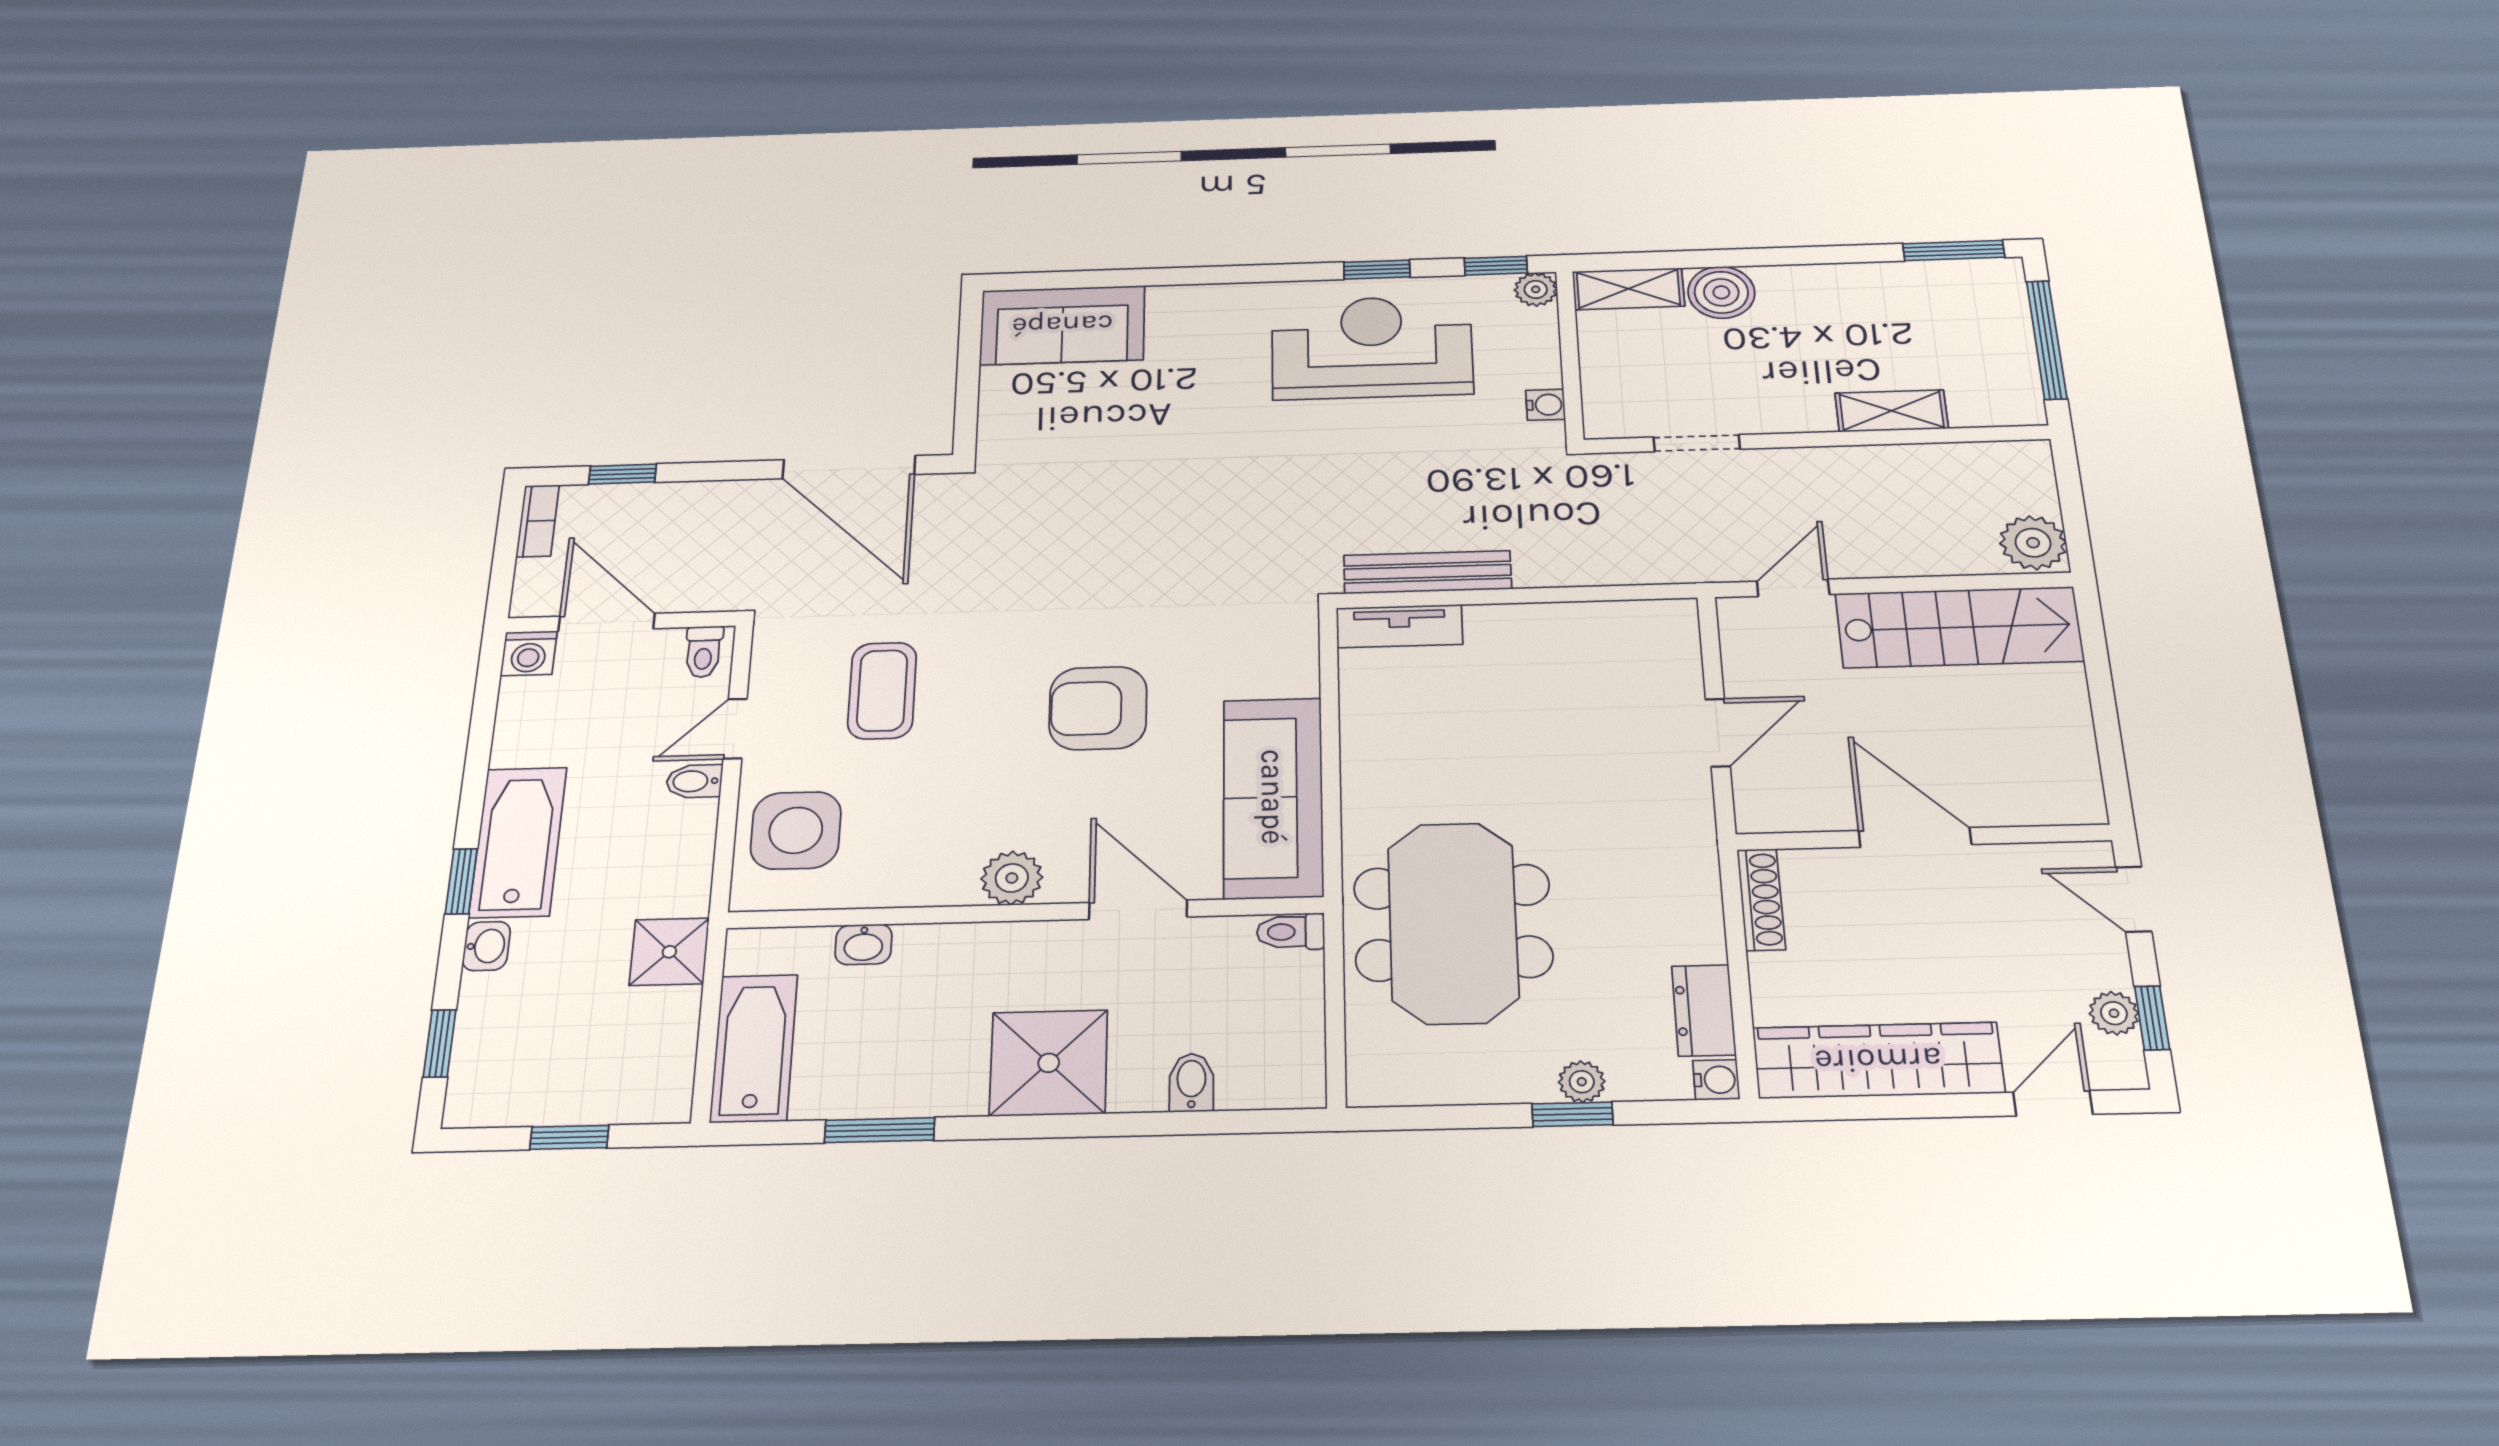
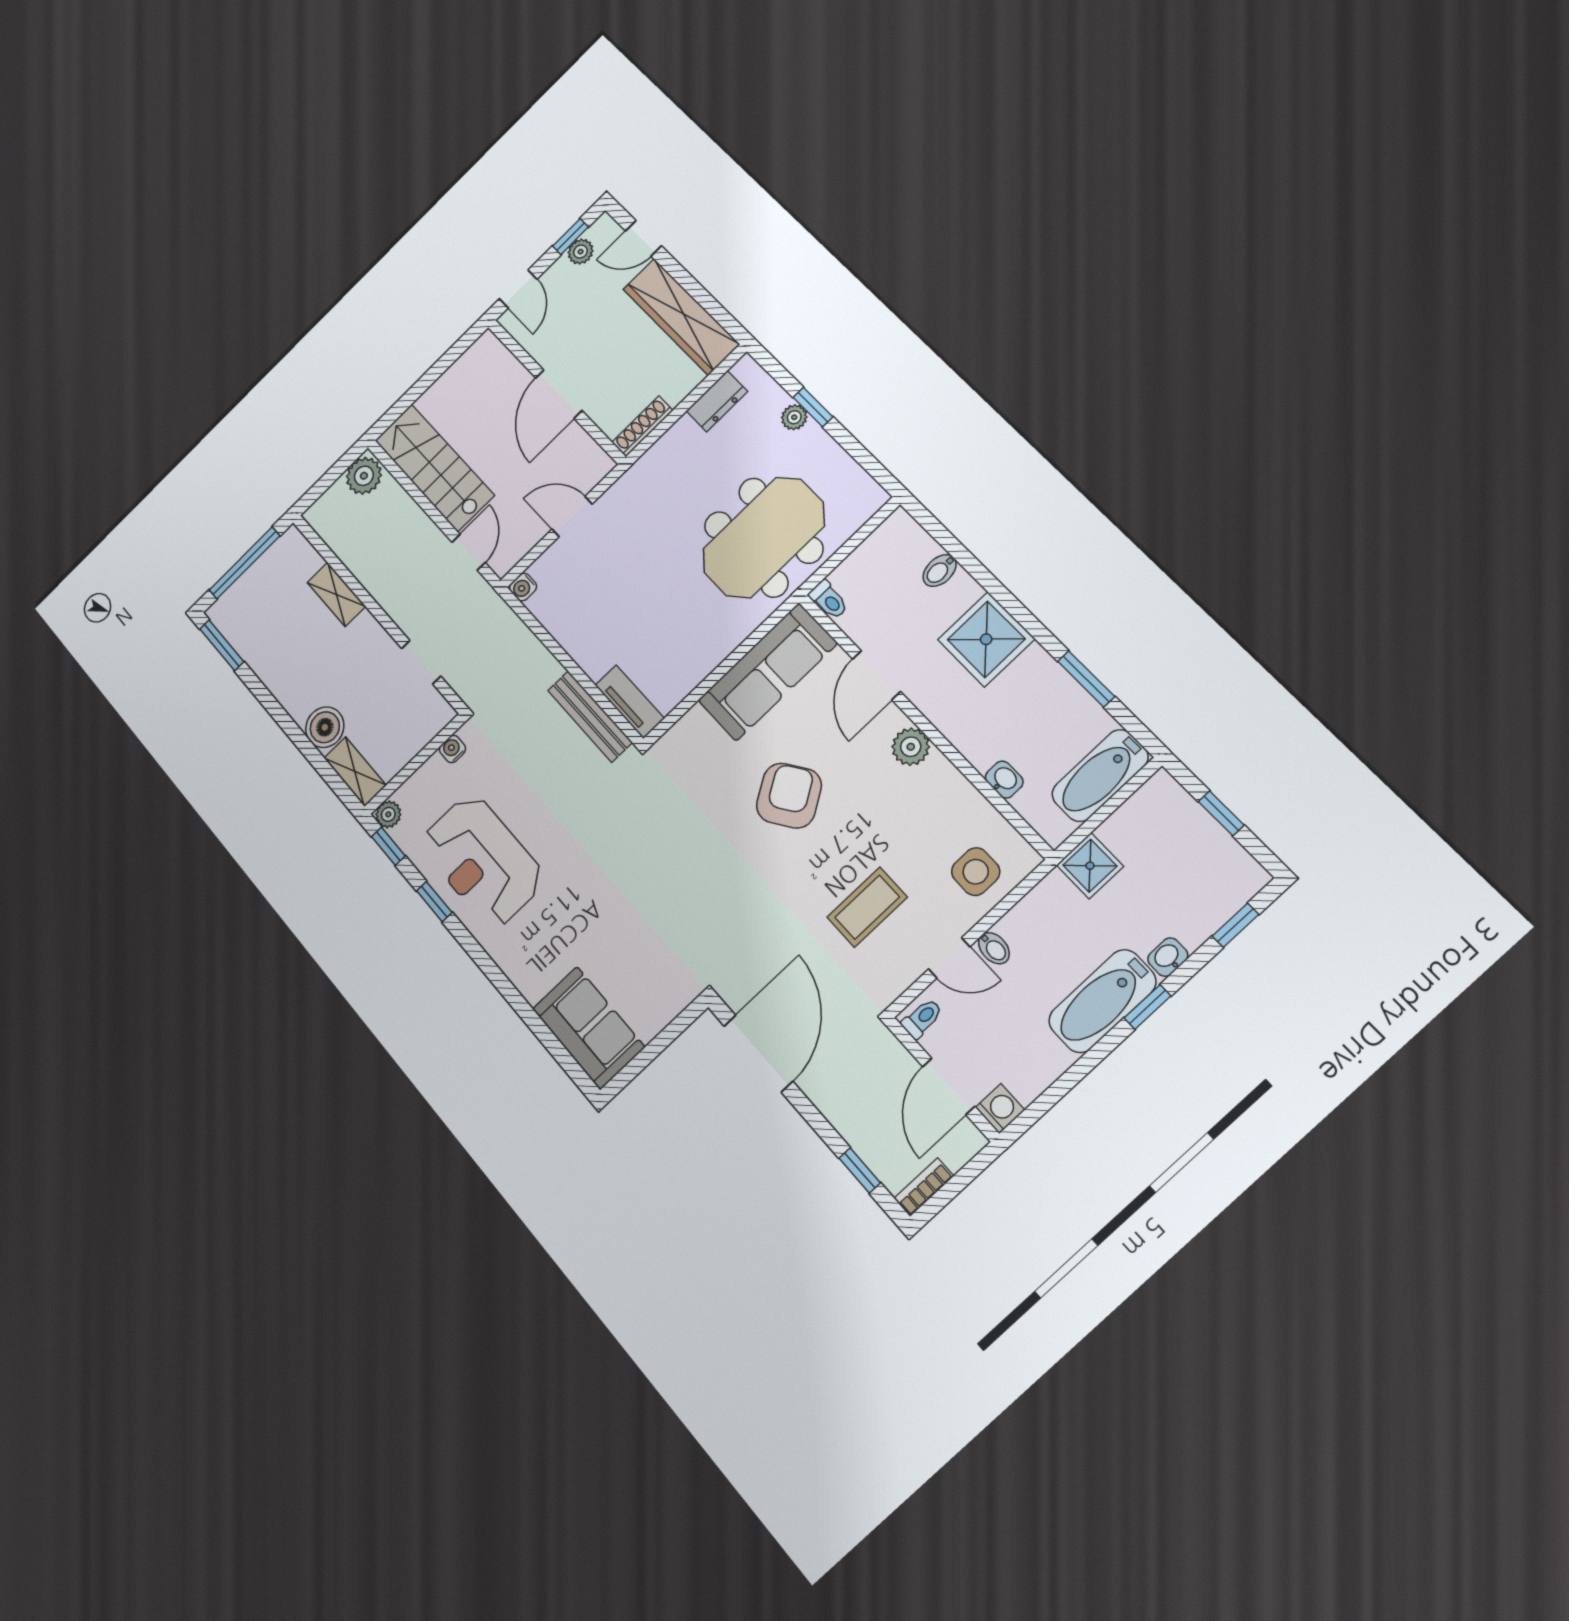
door: (1793, 588) -> (469, 552), swing flipped
armchair: (1098, 708) -> (789, 796), turned -123
side table: (796, 830) -> (976, 872), width x0.73, depth x0.73
water cooler: (1716, 1080) -> (523, 587), moved, turned -90

